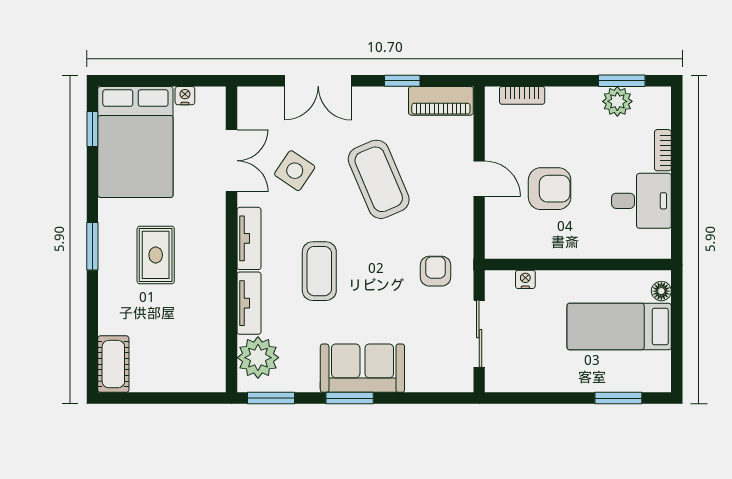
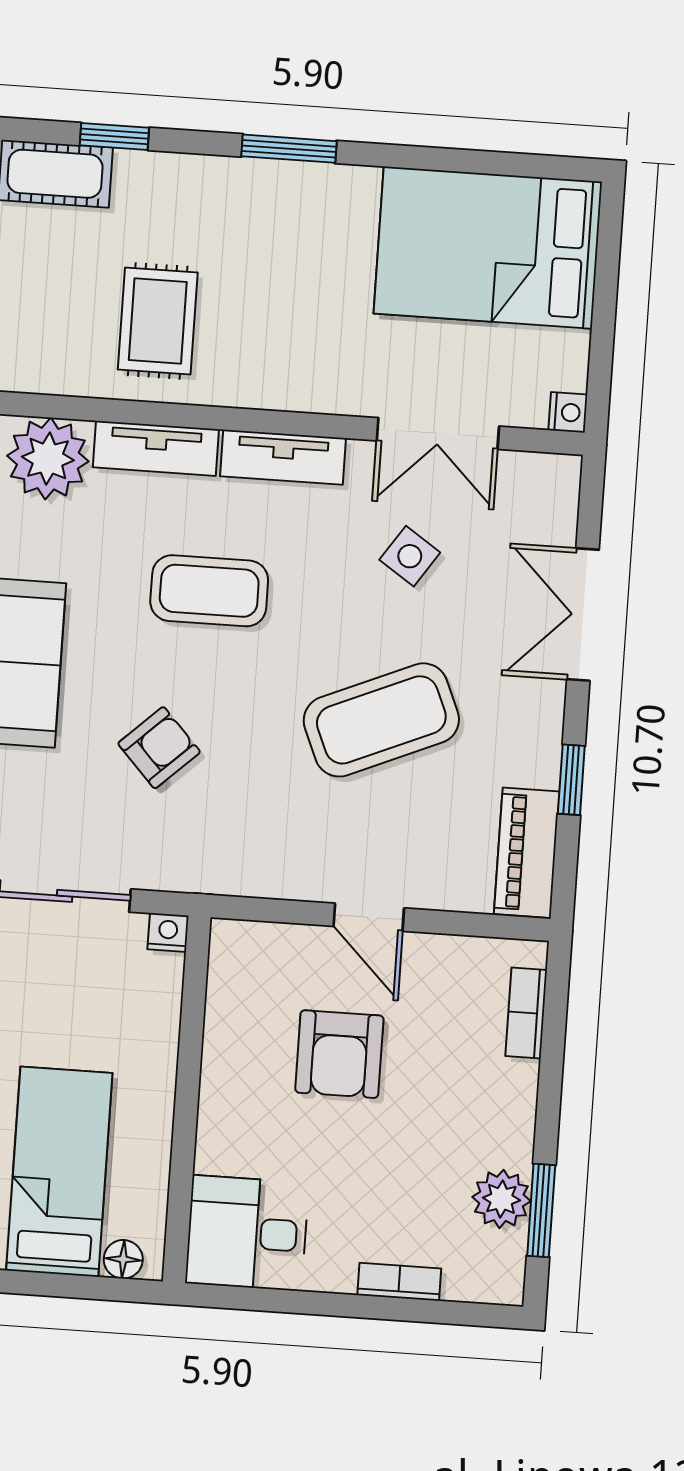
nightstand: (185, 96) -> (568, 412), moved
window: (92, 129) -> (114, 136), moved
side table: (295, 171) -> (410, 556), width x0.73, depth x0.73
door: (479, 179) -> (369, 917), hinge flipped
desk: (641, 201) -> (247, 1233), moved, turned 90
rug: (156, 255) -> (158, 321), moved, turned 90
armchair: (436, 271) -> (159, 748), moved, turned -43
nightstand: (525, 279) -> (168, 932), moved, turned -90

